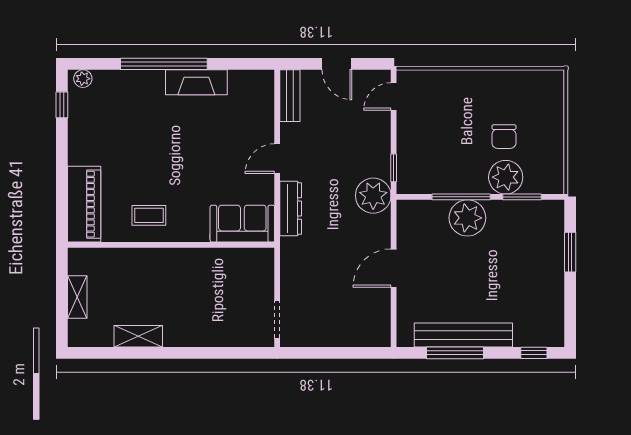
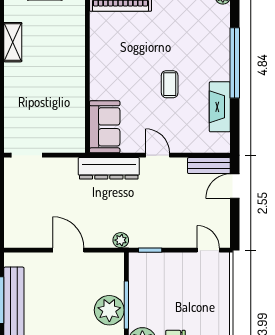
door: (337, 64) -> (235, 186), moved
fireplace: (196, 82) -> (220, 107), moved
plant: (373, 196) -> (121, 240), width x0.53, depth x0.53
dresser: (291, 209) -> (109, 168), width x1.37, depth x1.24
coffee table: (149, 215) -> (170, 84), moved

